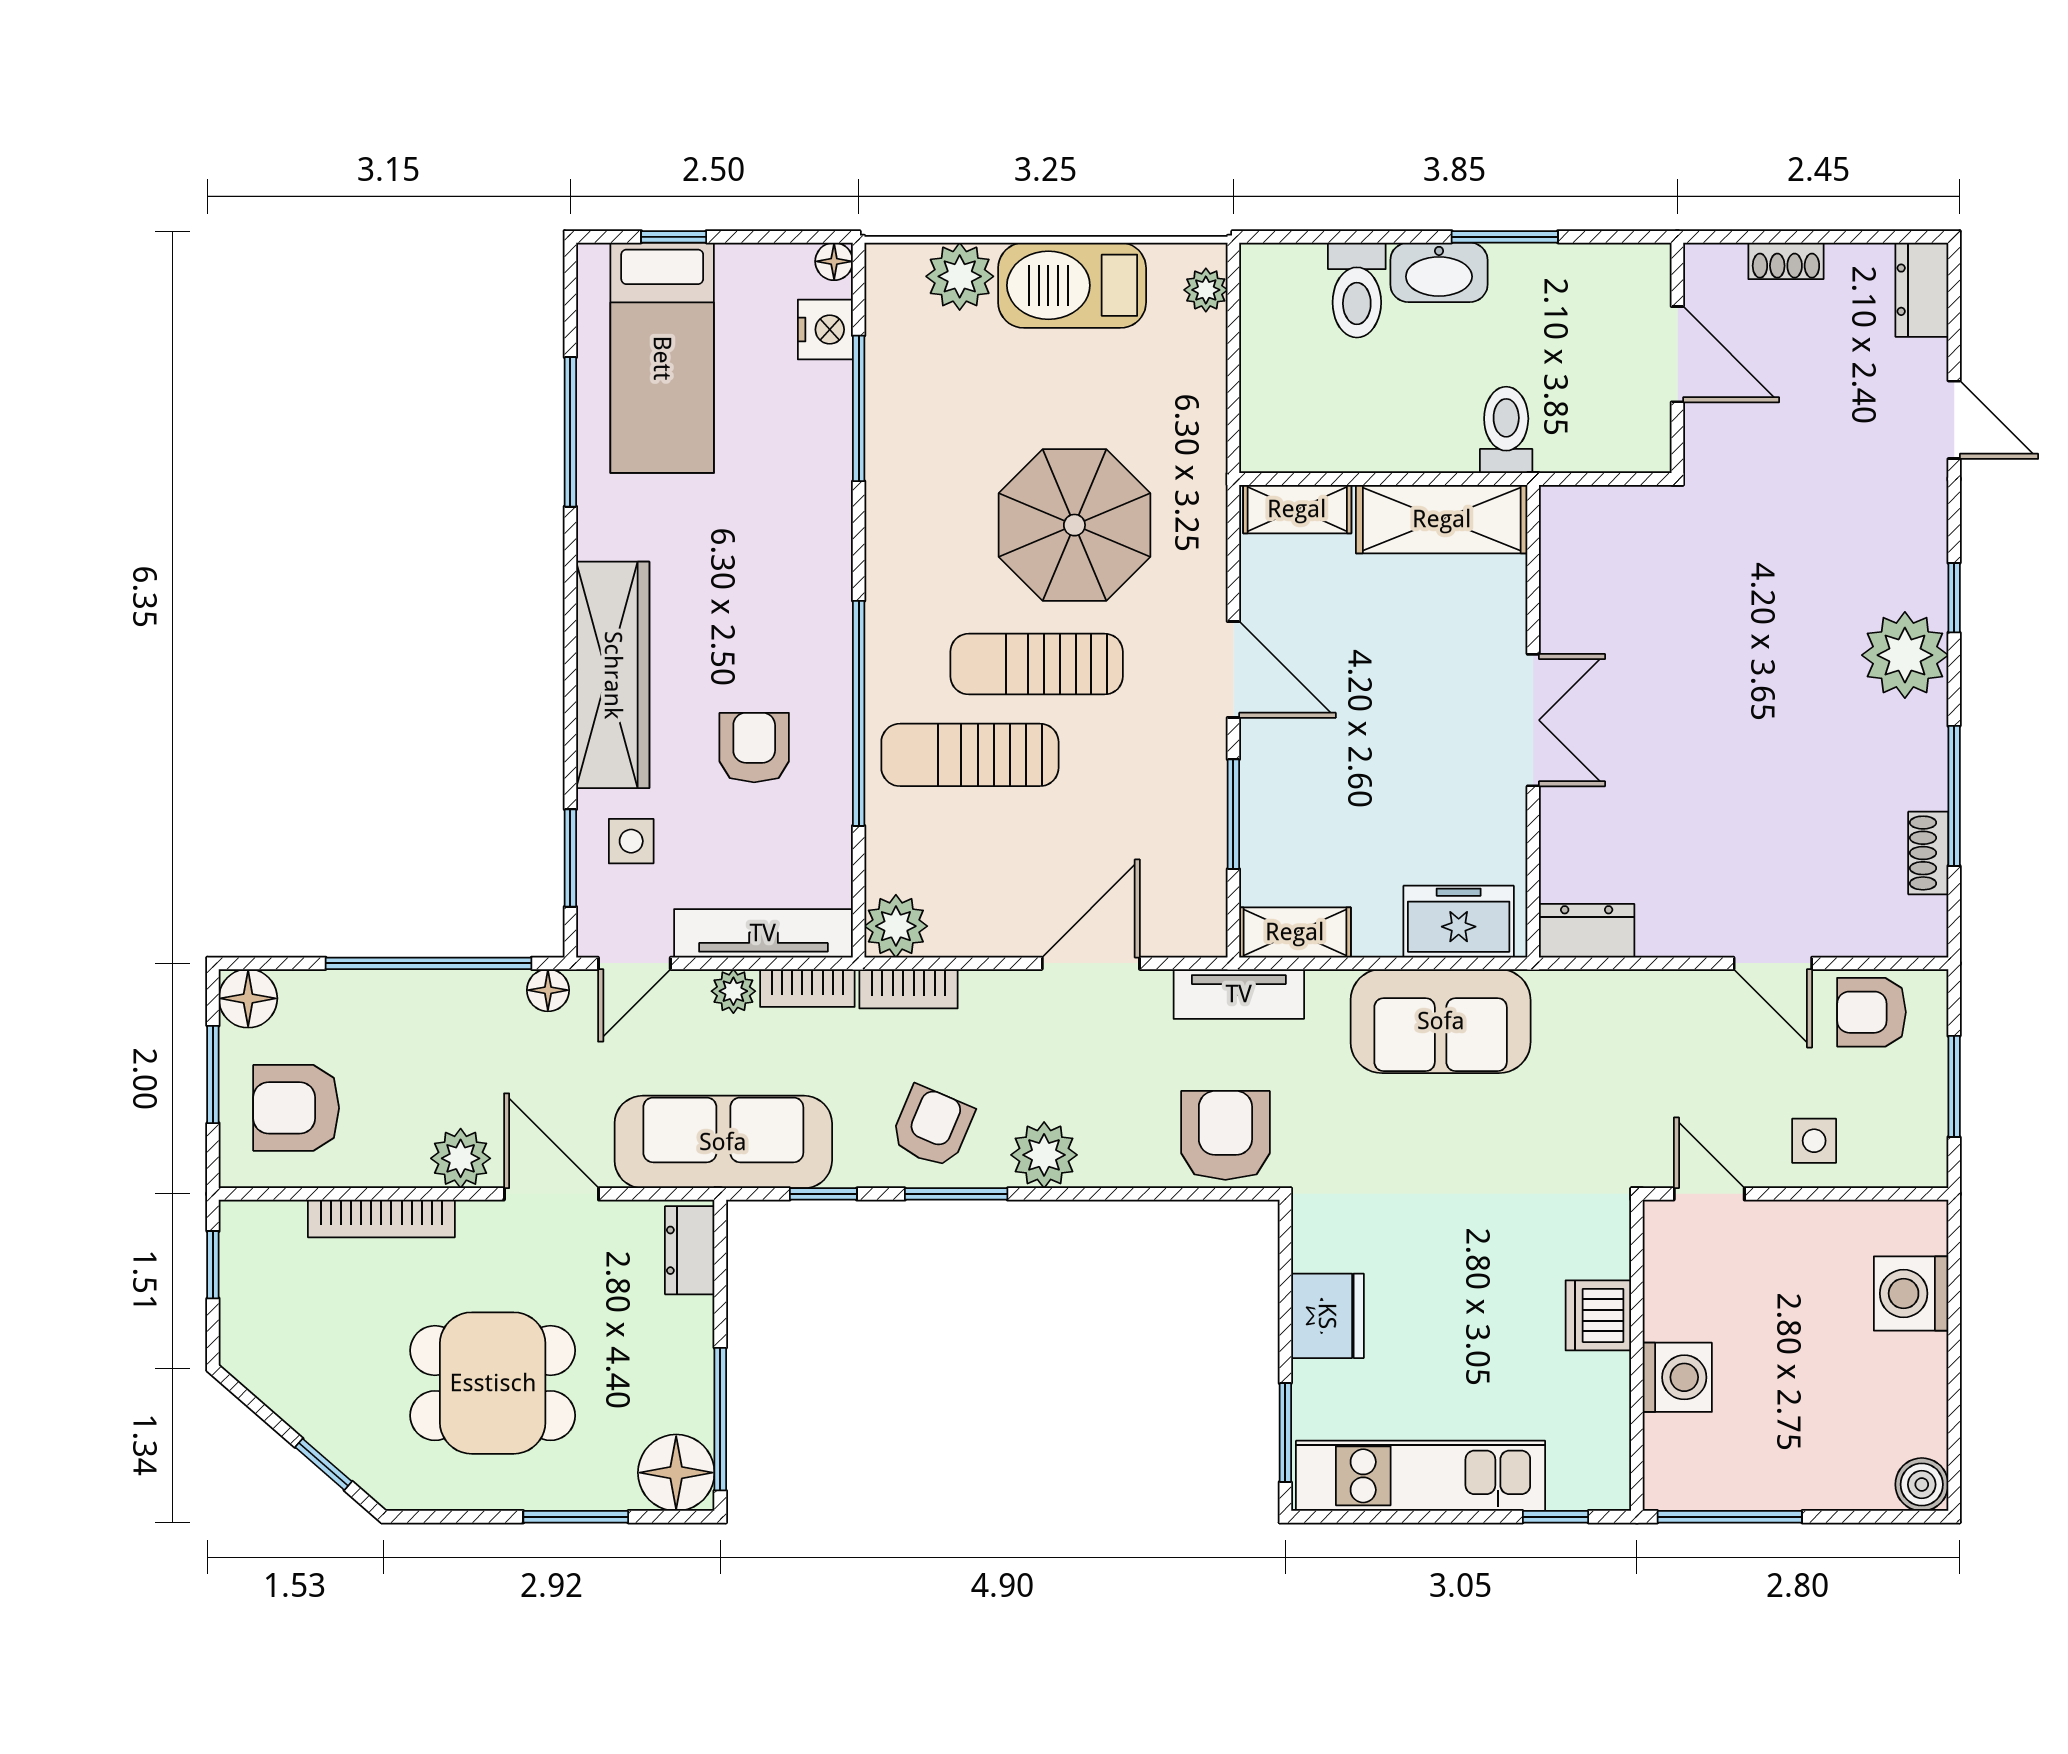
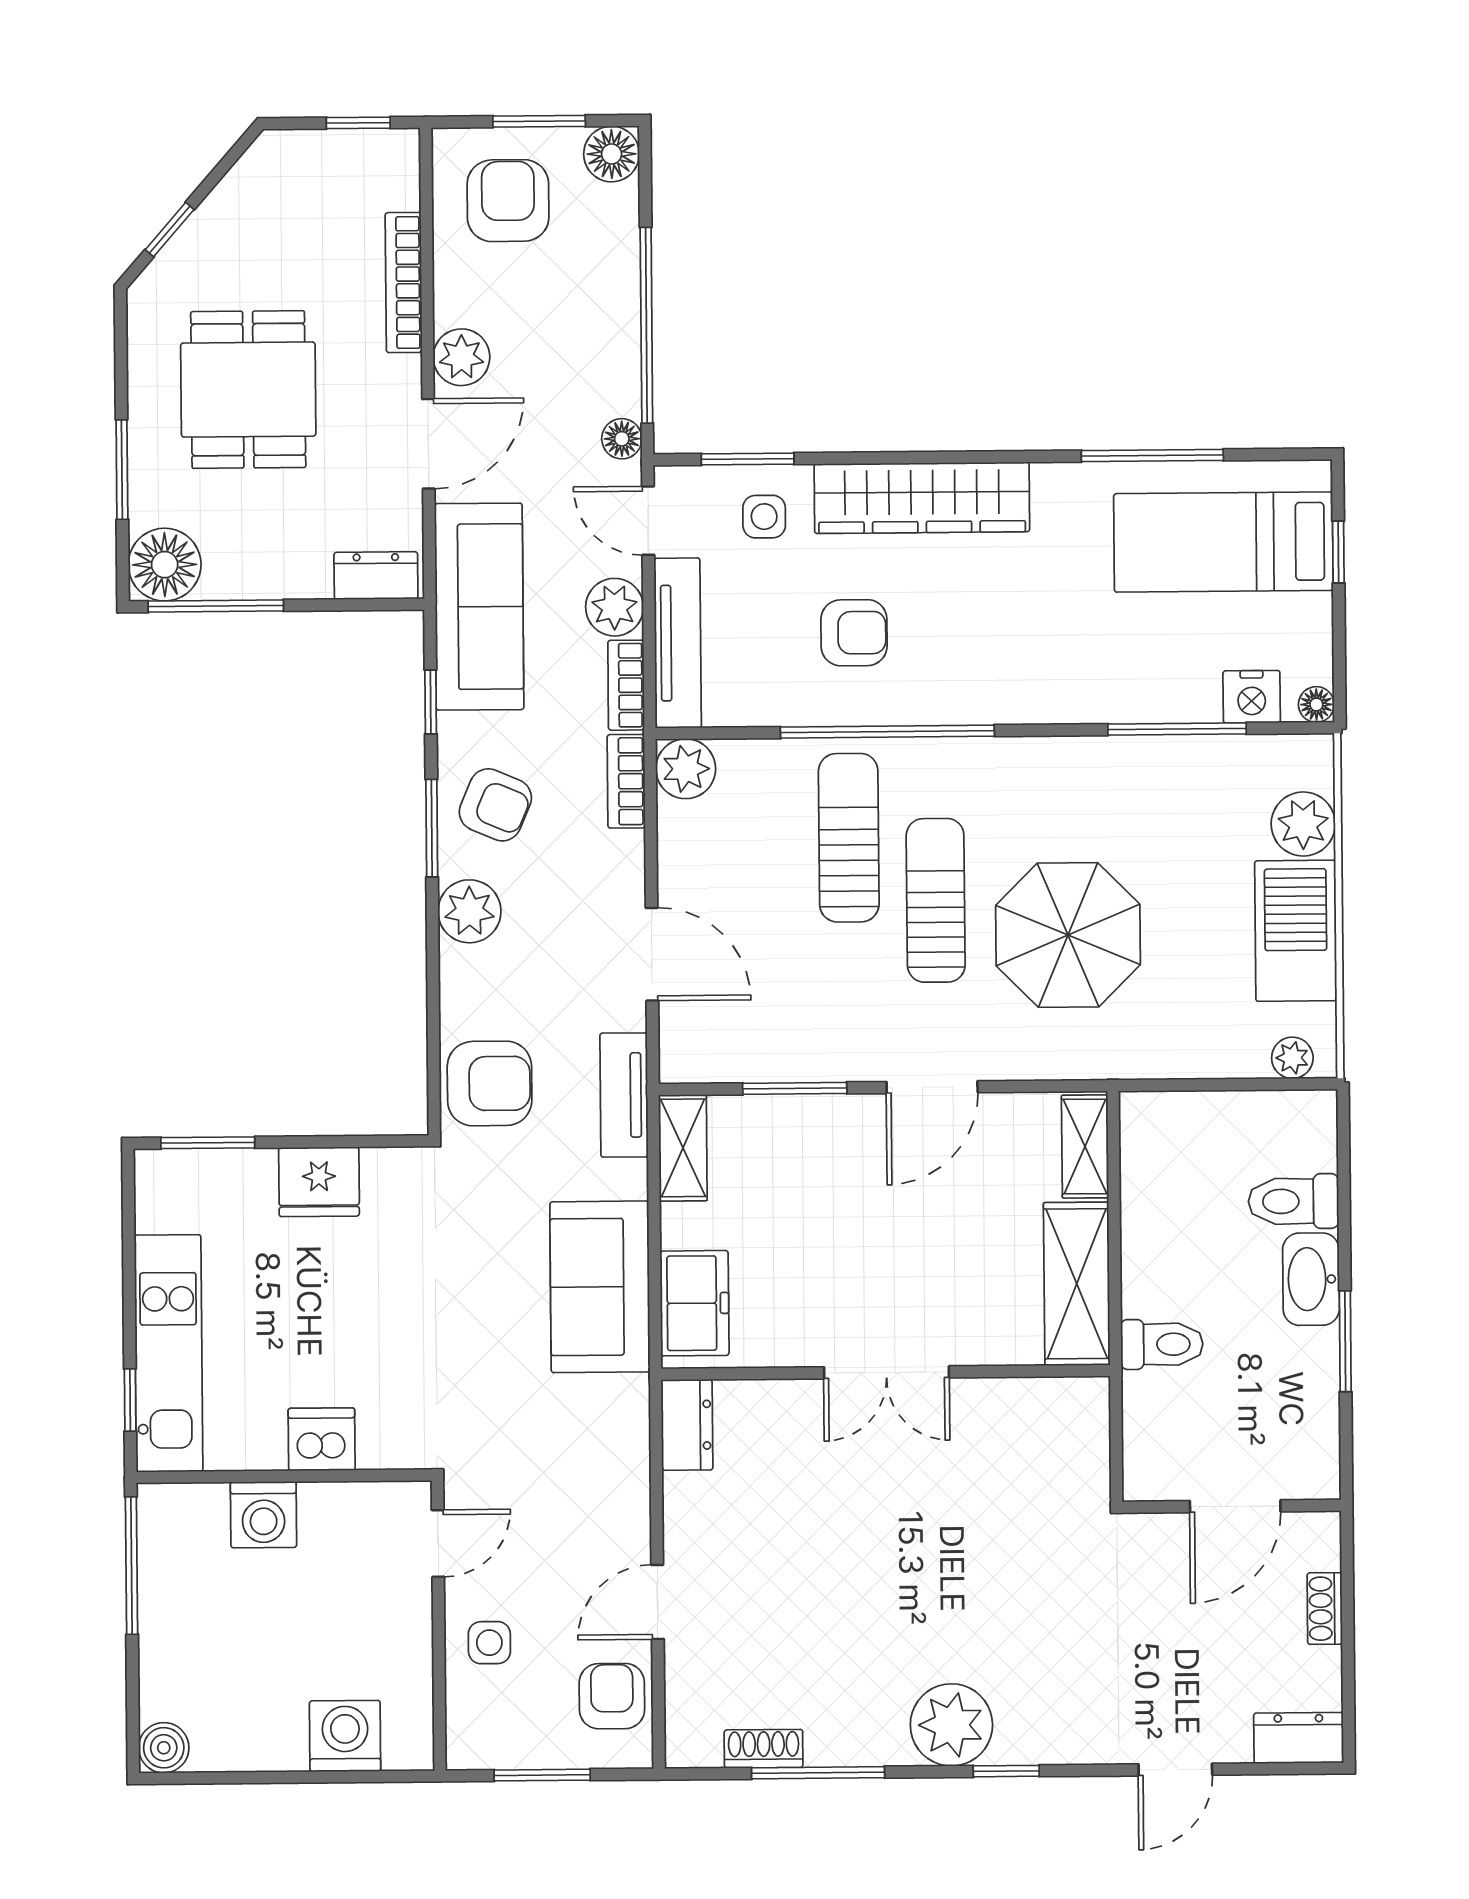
plant: (733, 991) -> (615, 607), width x1.38, depth x1.38
kitchen unit: (1421, 1476) -> (168, 1353), moved

